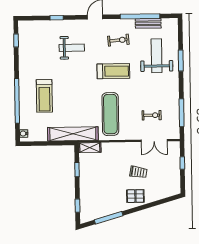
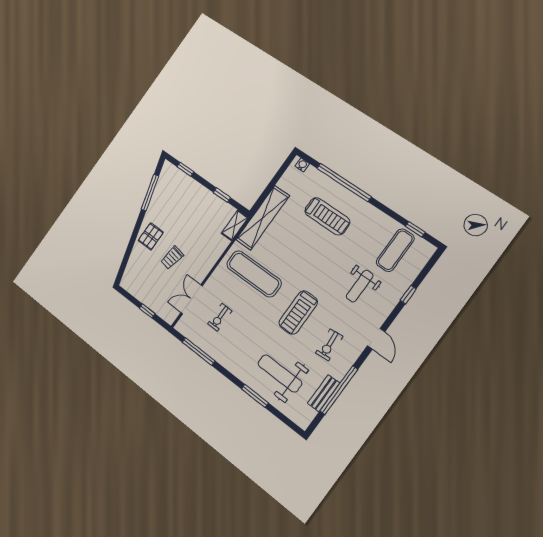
exercise mat: (36, 43) -> (395, 250), added
weight bench: (157, 56) -> (280, 373), turned 180
treadmill: (44, 96) -> (327, 216), turned 180

